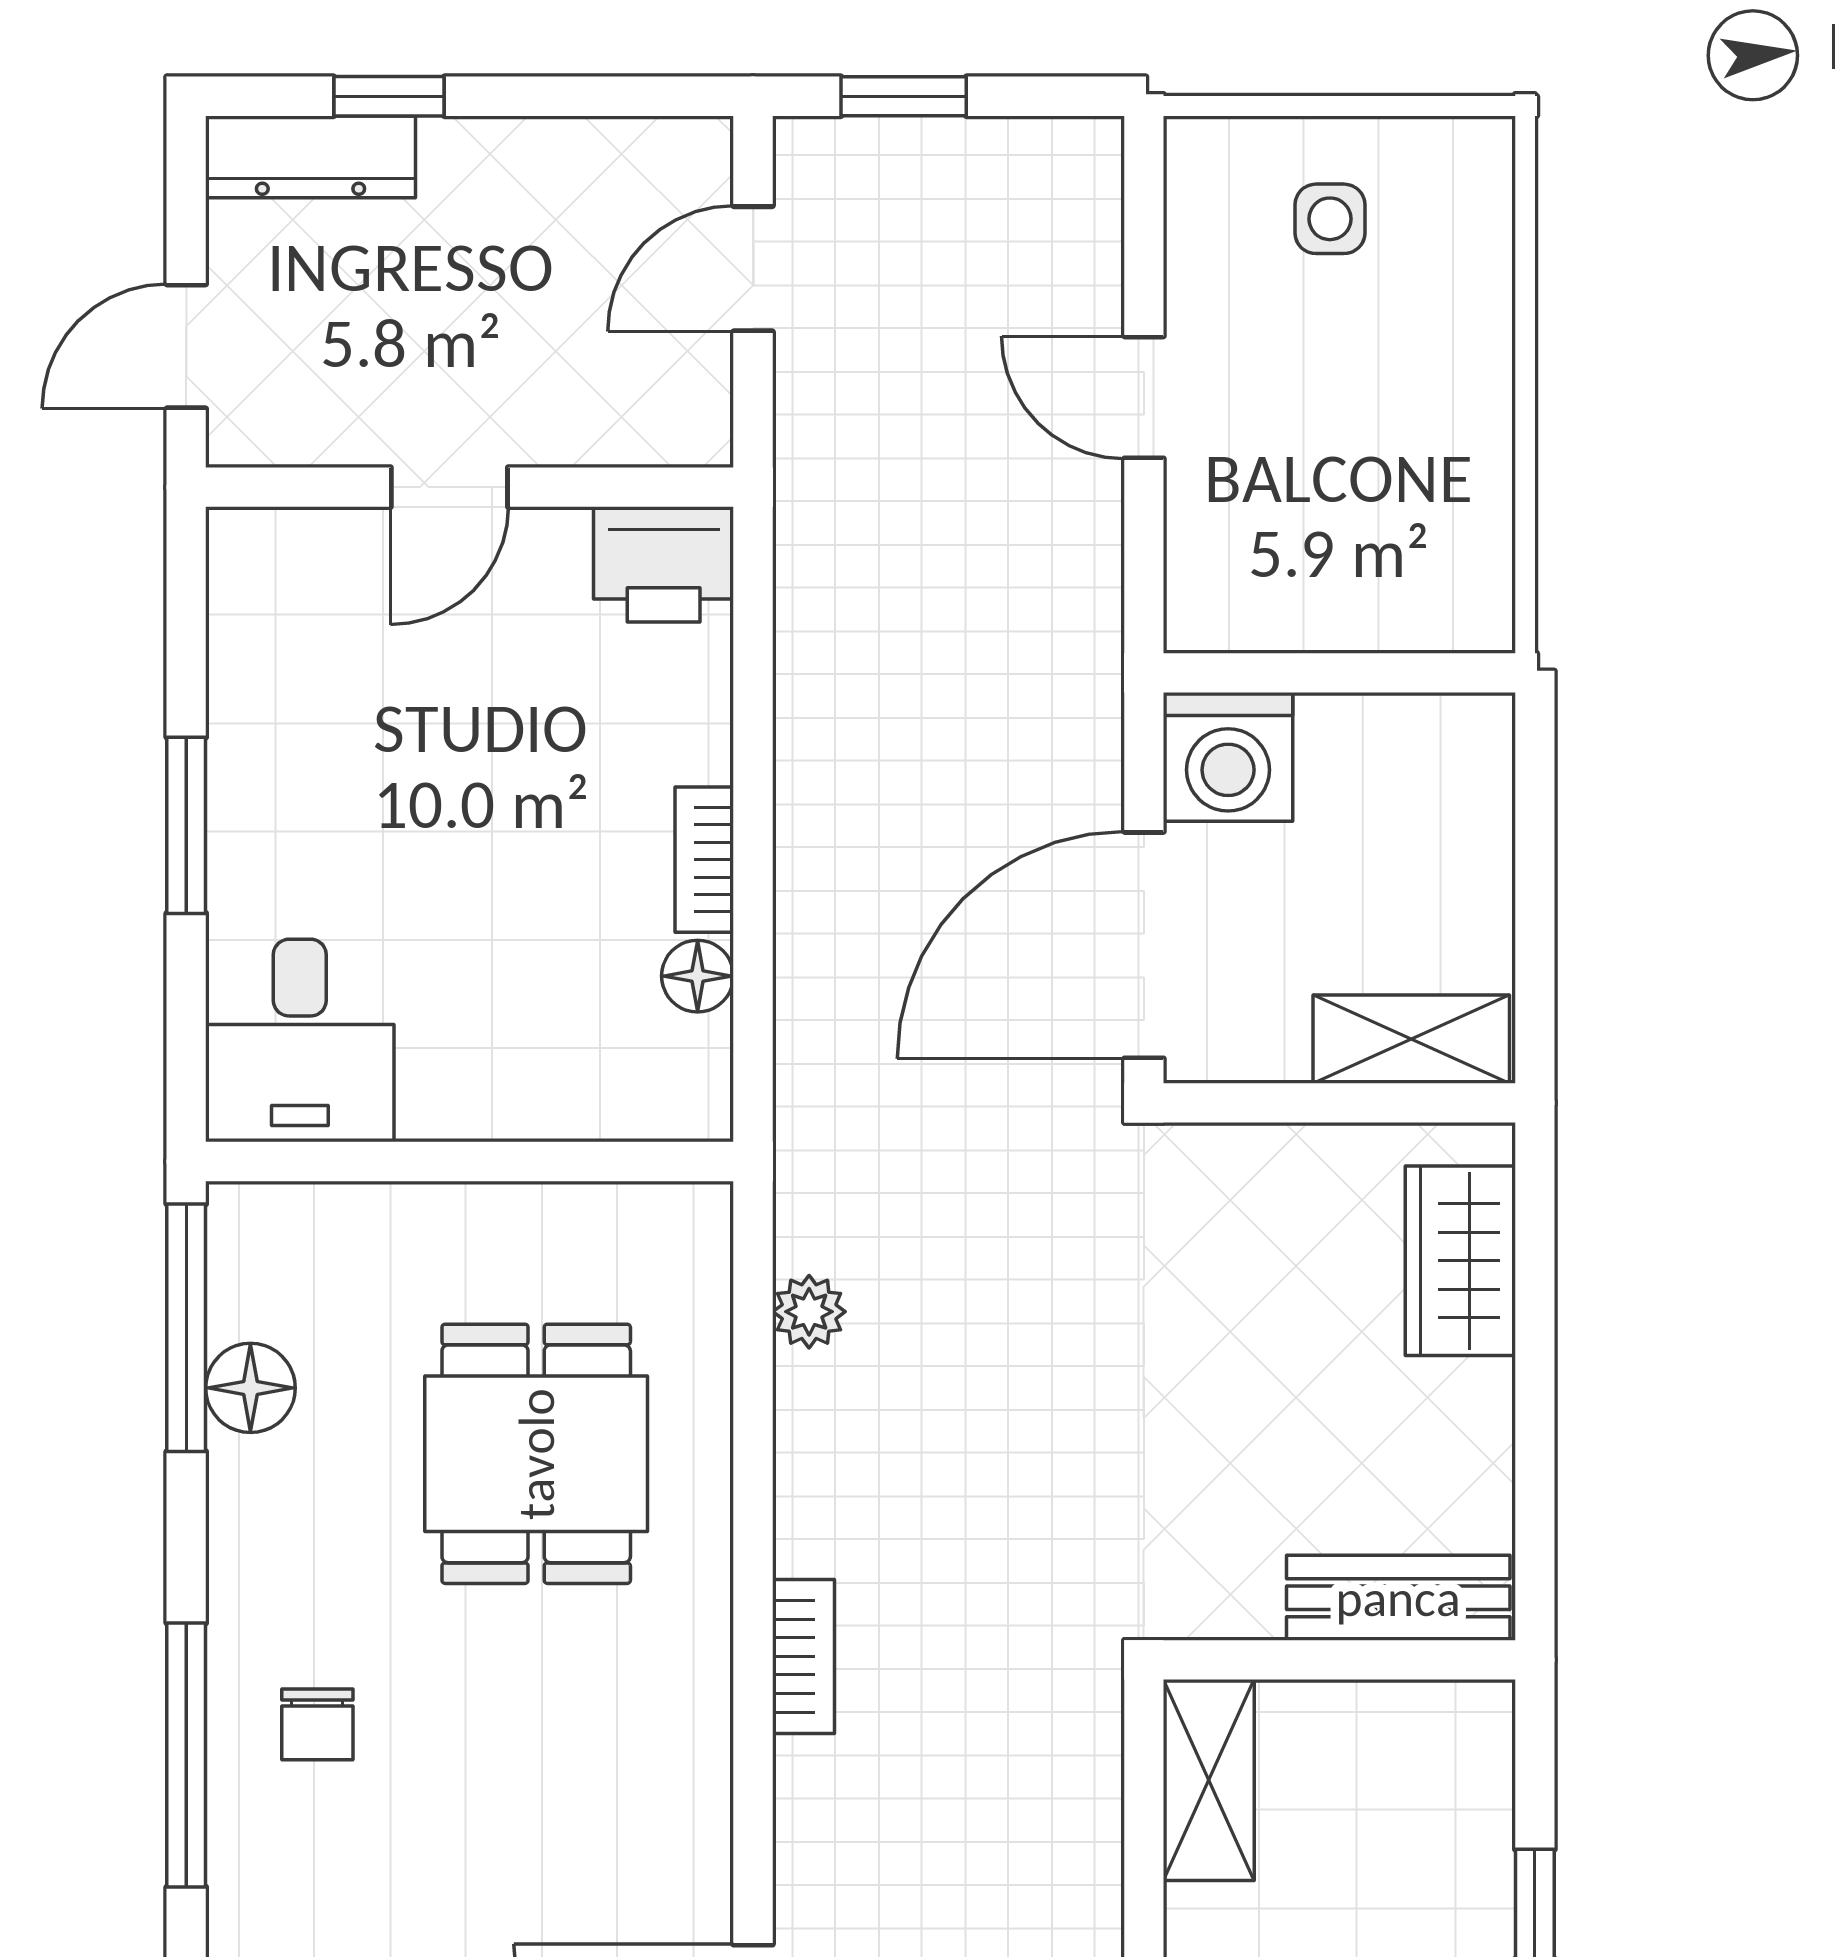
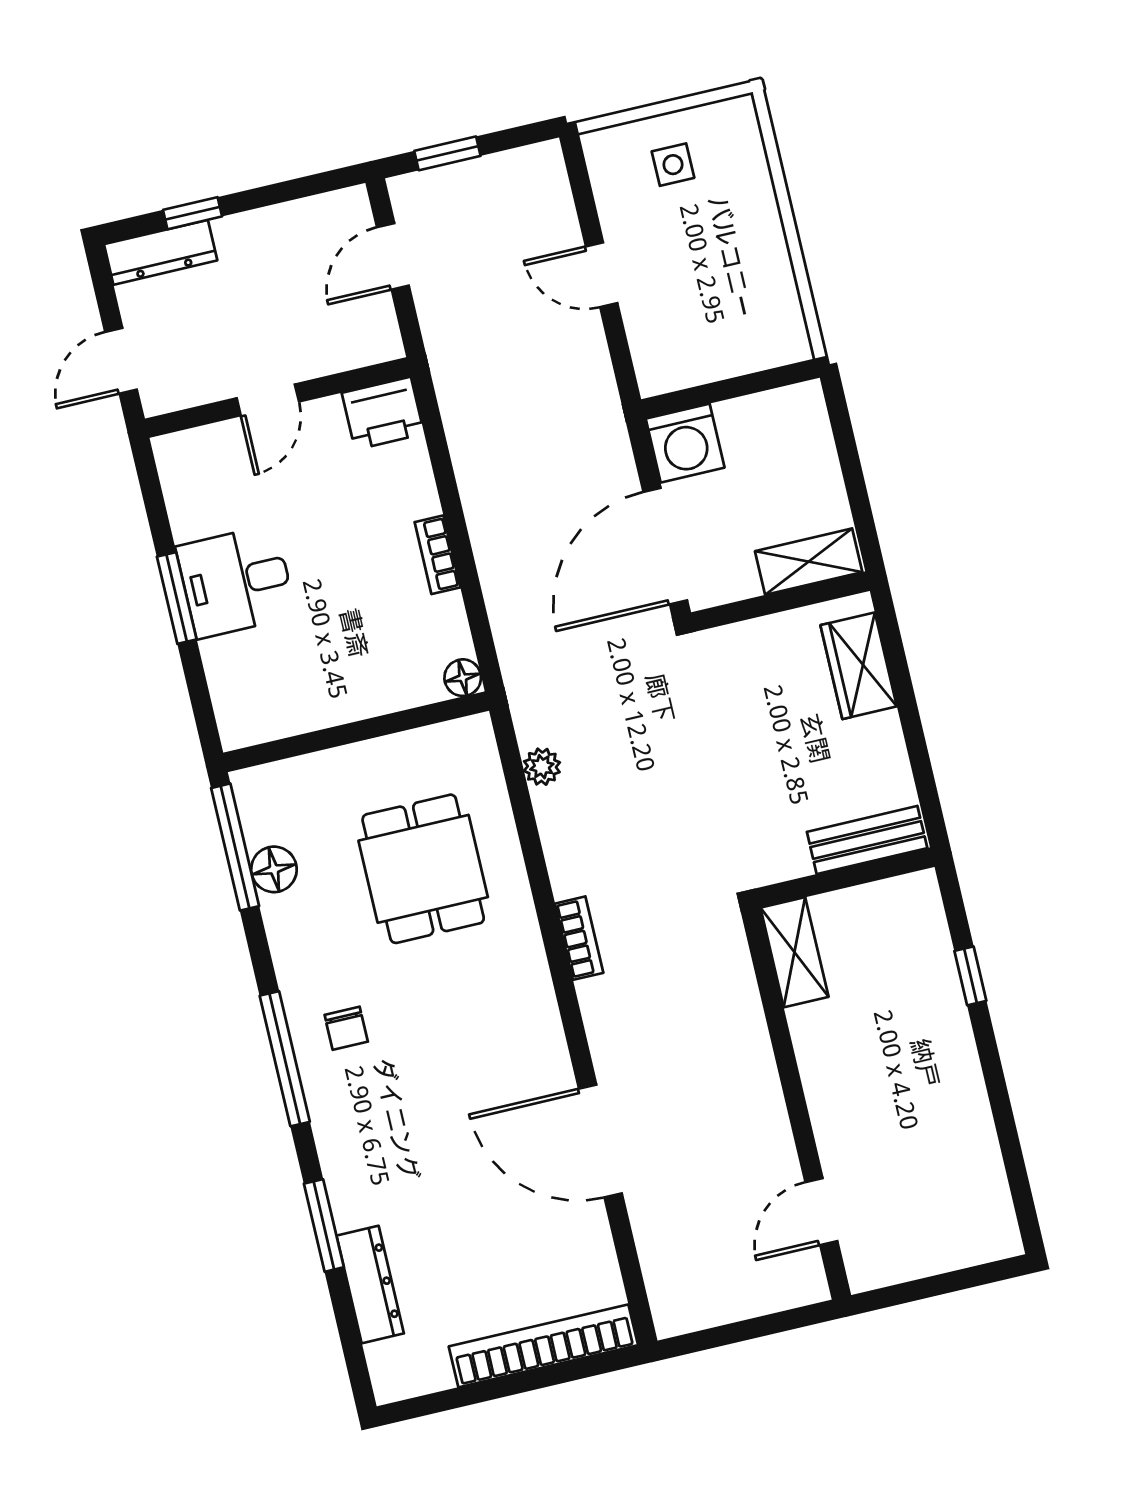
floor lamp: (698, 976) -> (463, 678), moved
desk: (300, 1040) -> (236, 581), moved, turned 90

